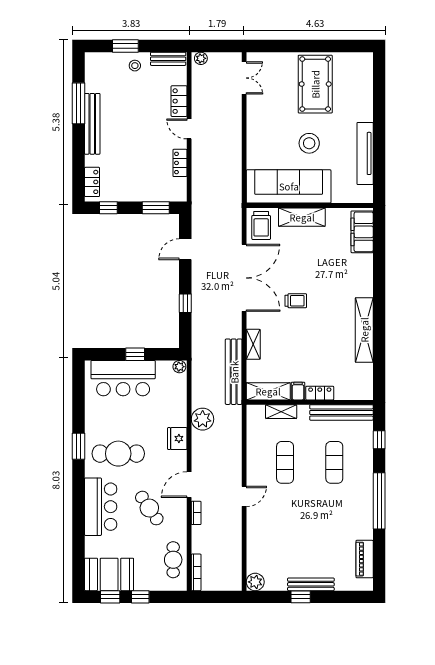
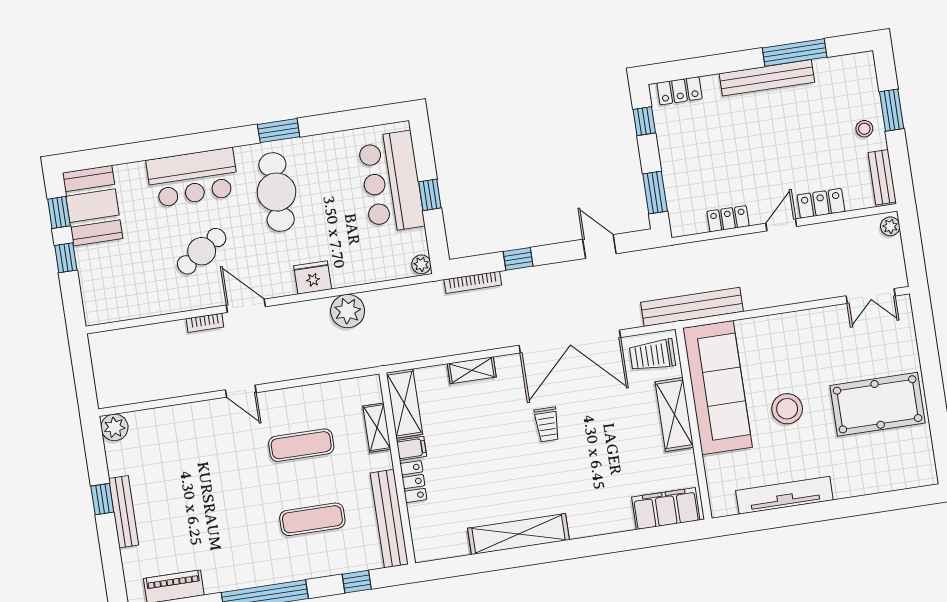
bench: (234, 372) -> (692, 307), moved
cafe table: (173, 560) -> (129, 299), removed
bookcase: (196, 572) -> (473, 282), moved

